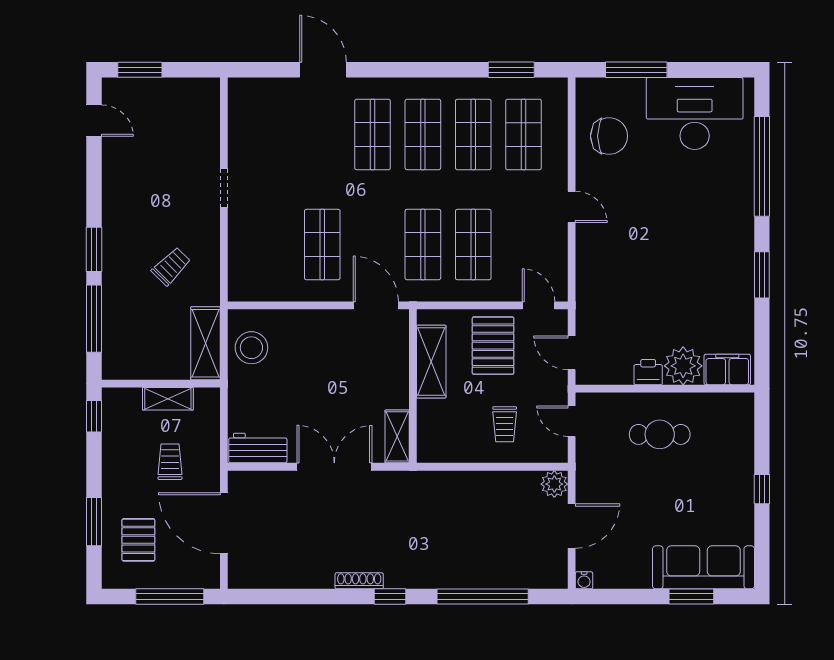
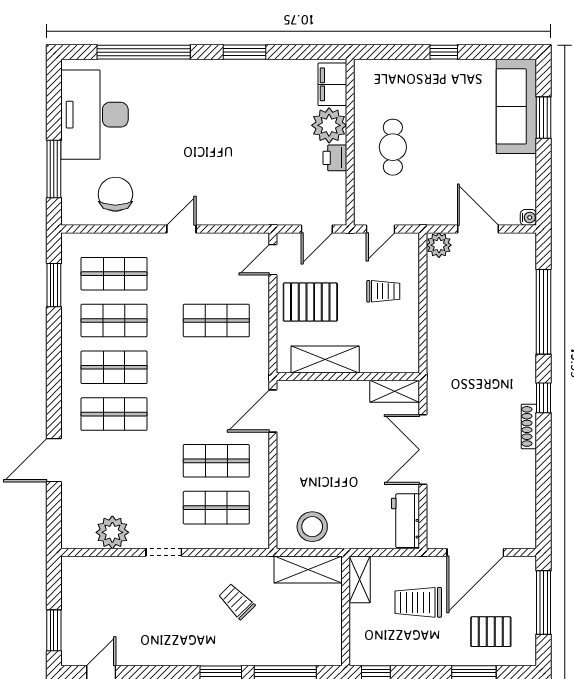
plant: (245, 133) -> (112, 532), added
shop shelf: (423, 245) -> (216, 508), moved
shelving: (168, 399) -> (360, 579), moved
trolley: (170, 462) -> (418, 602), width x1.36, depth x1.39

